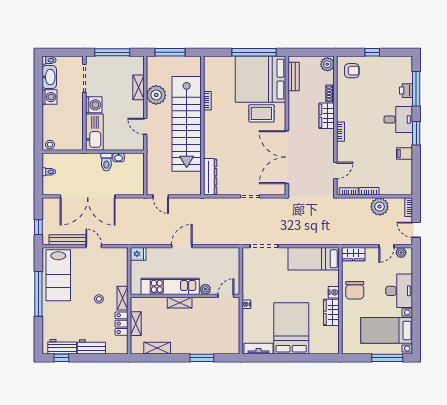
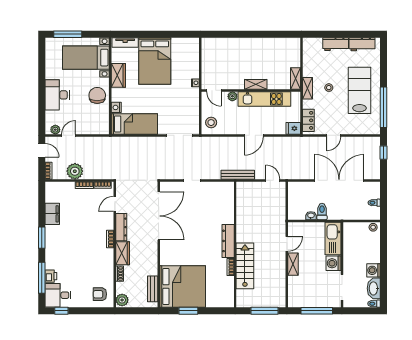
window: (254, 52) -> (188, 311), width x0.47
window: (372, 52) -> (61, 311), moved
shelving: (138, 87) -> (293, 264), moved
plant: (156, 95) -> (277, 272), removed
rug: (261, 113) -> (182, 256), removed
desk: (398, 120) -> (58, 295), moved
stairs: (187, 124) -> (245, 266), width x0.54, depth x0.66
door: (145, 126) -> (287, 244), hinge flipped
dresser: (328, 145) -> (121, 227), added
filing cabinet: (404, 154) -> (52, 214), width x2.00
dresser: (210, 177) -> (228, 241), moved
bench: (68, 240) -> (238, 175), moved
door: (94, 246) -> (333, 135), hinge flipped
wardrobe: (353, 254) -> (99, 128), removed
stool: (229, 260) -> (211, 123), added
lab bench: (58, 275) -> (359, 90), moved
nightstand: (334, 292) -> (116, 107), moved
window: (38, 294) -> (384, 107), moved
door: (226, 296) -> (214, 90), hinge flipped
locker: (122, 324) -> (308, 120), moved
shelving: (136, 324) -> (295, 78), moved
bed with nightstands: (387, 330) -> (86, 58), moved, turned 180
shelving: (157, 348) -> (276, 43), removed
tv unit: (258, 349) -> (125, 43), moved
window: (61, 358) -> (363, 34), removed
window: (202, 358) -> (236, 34), removed

